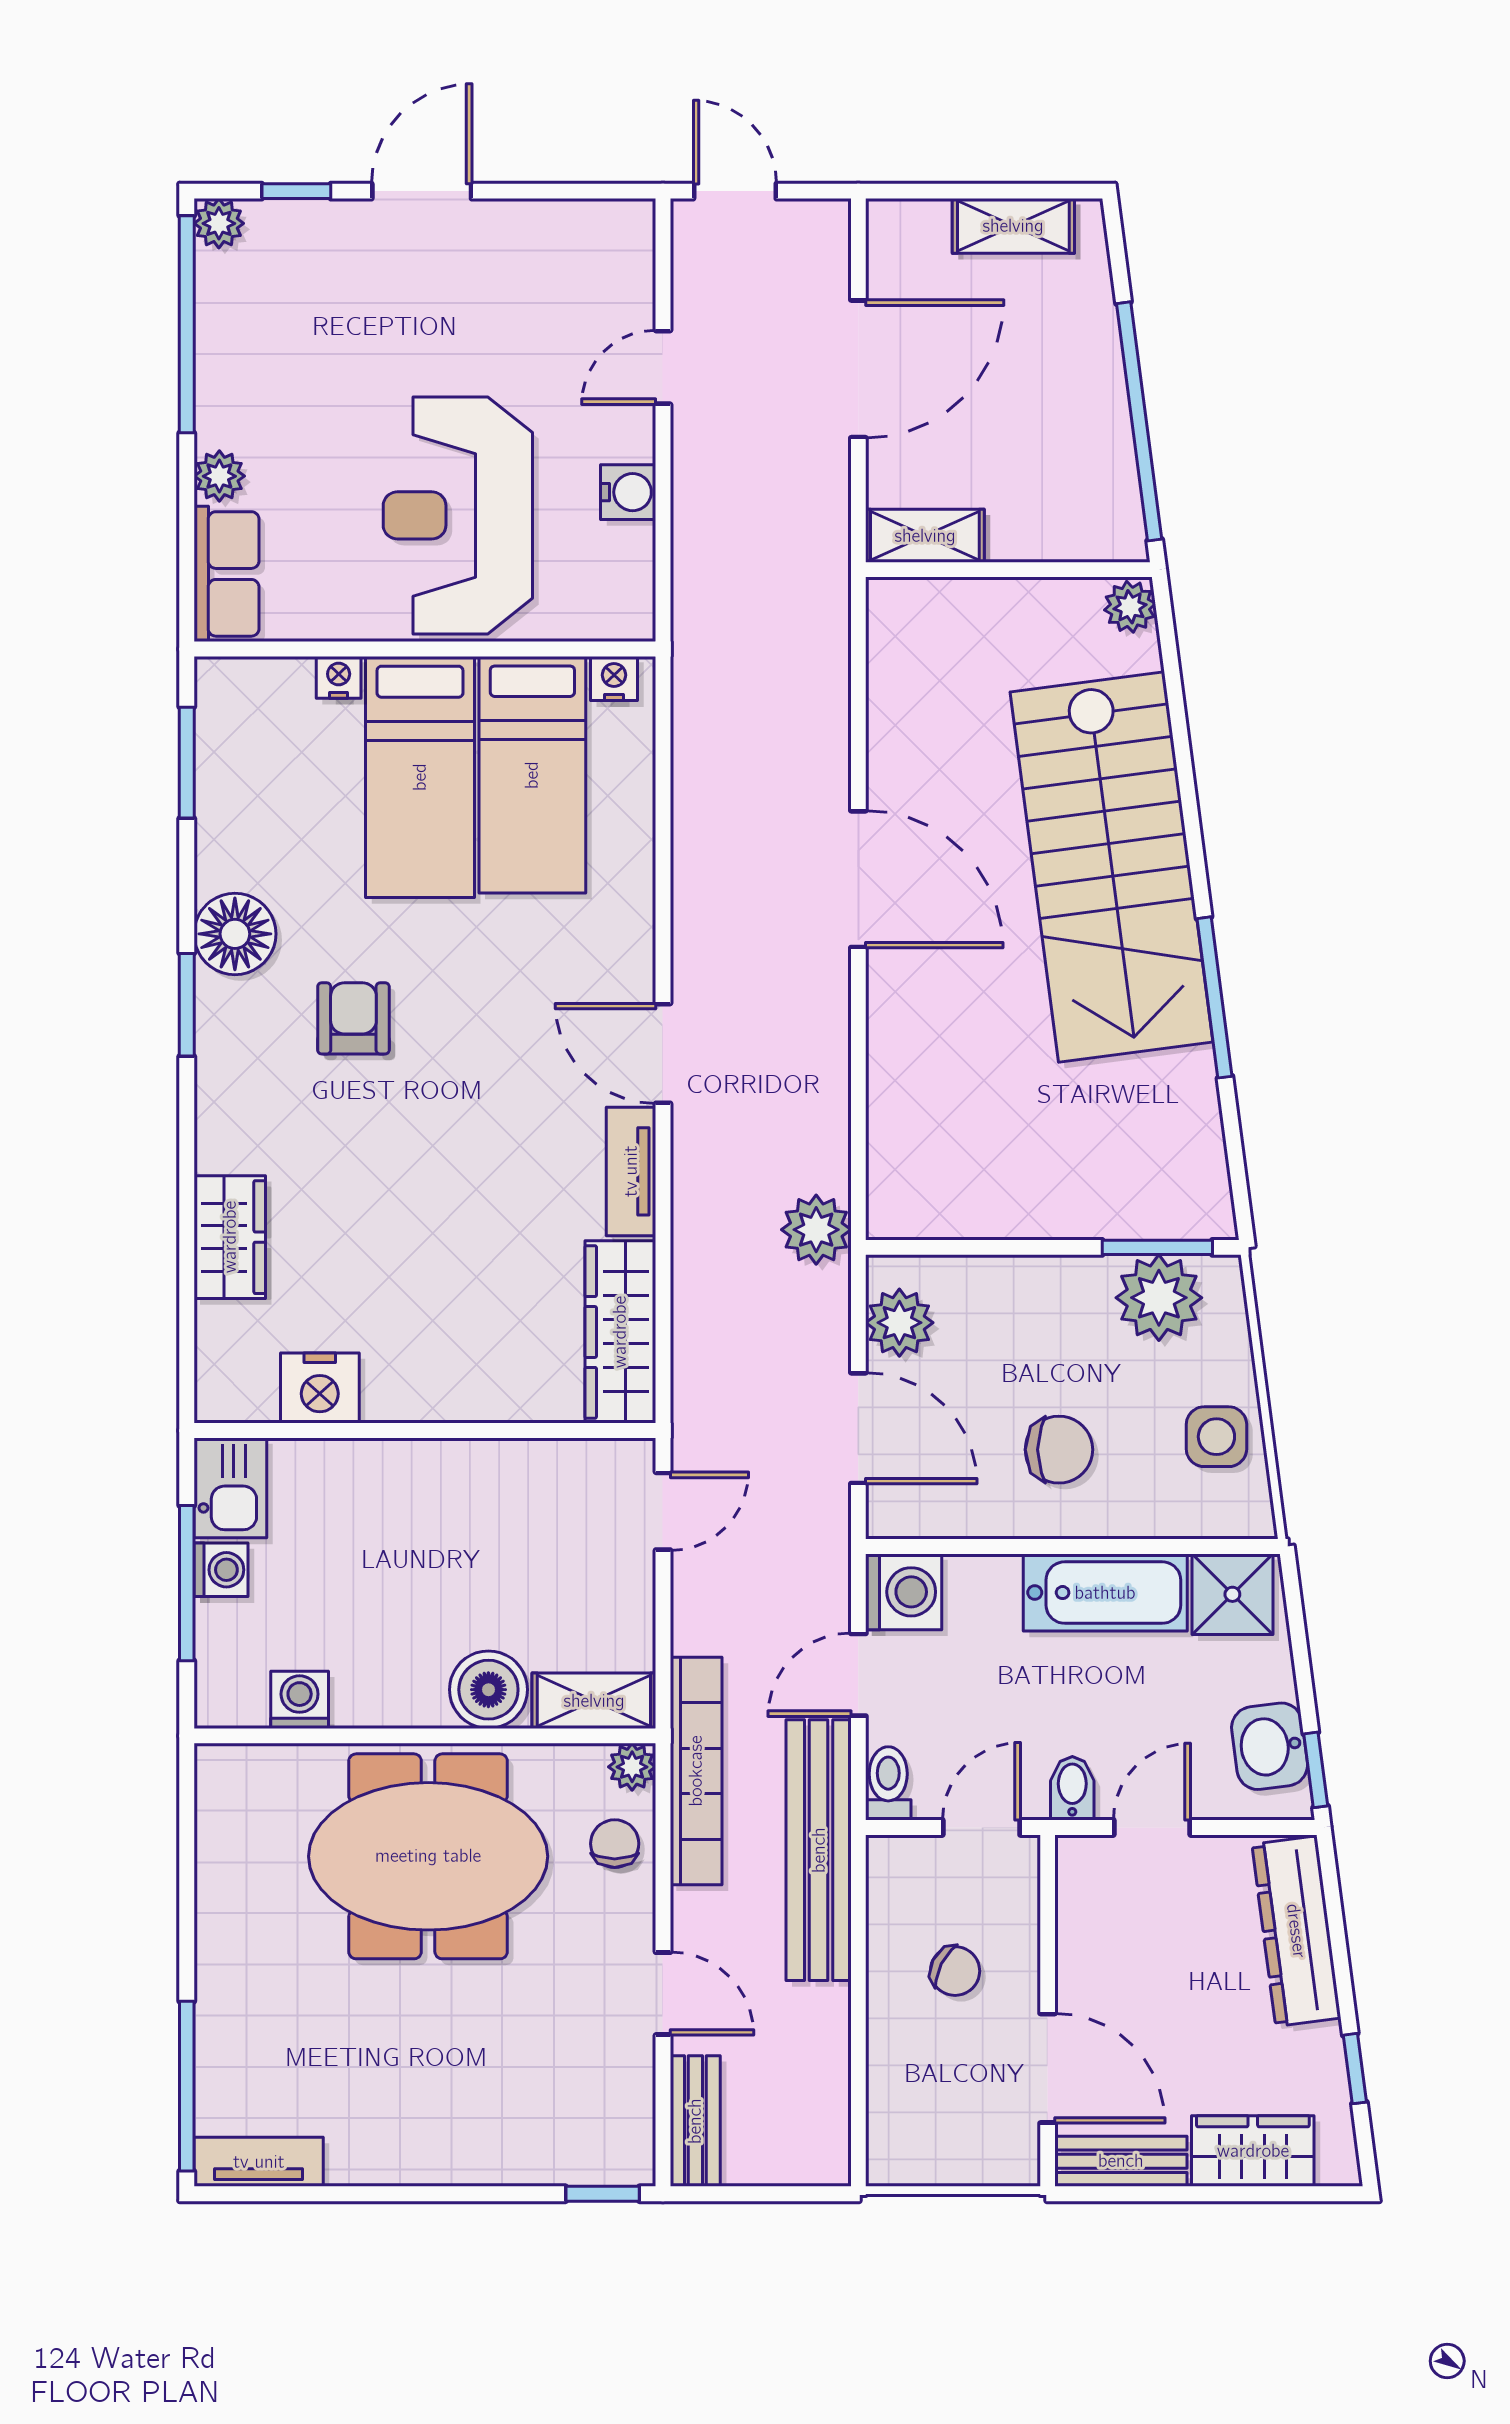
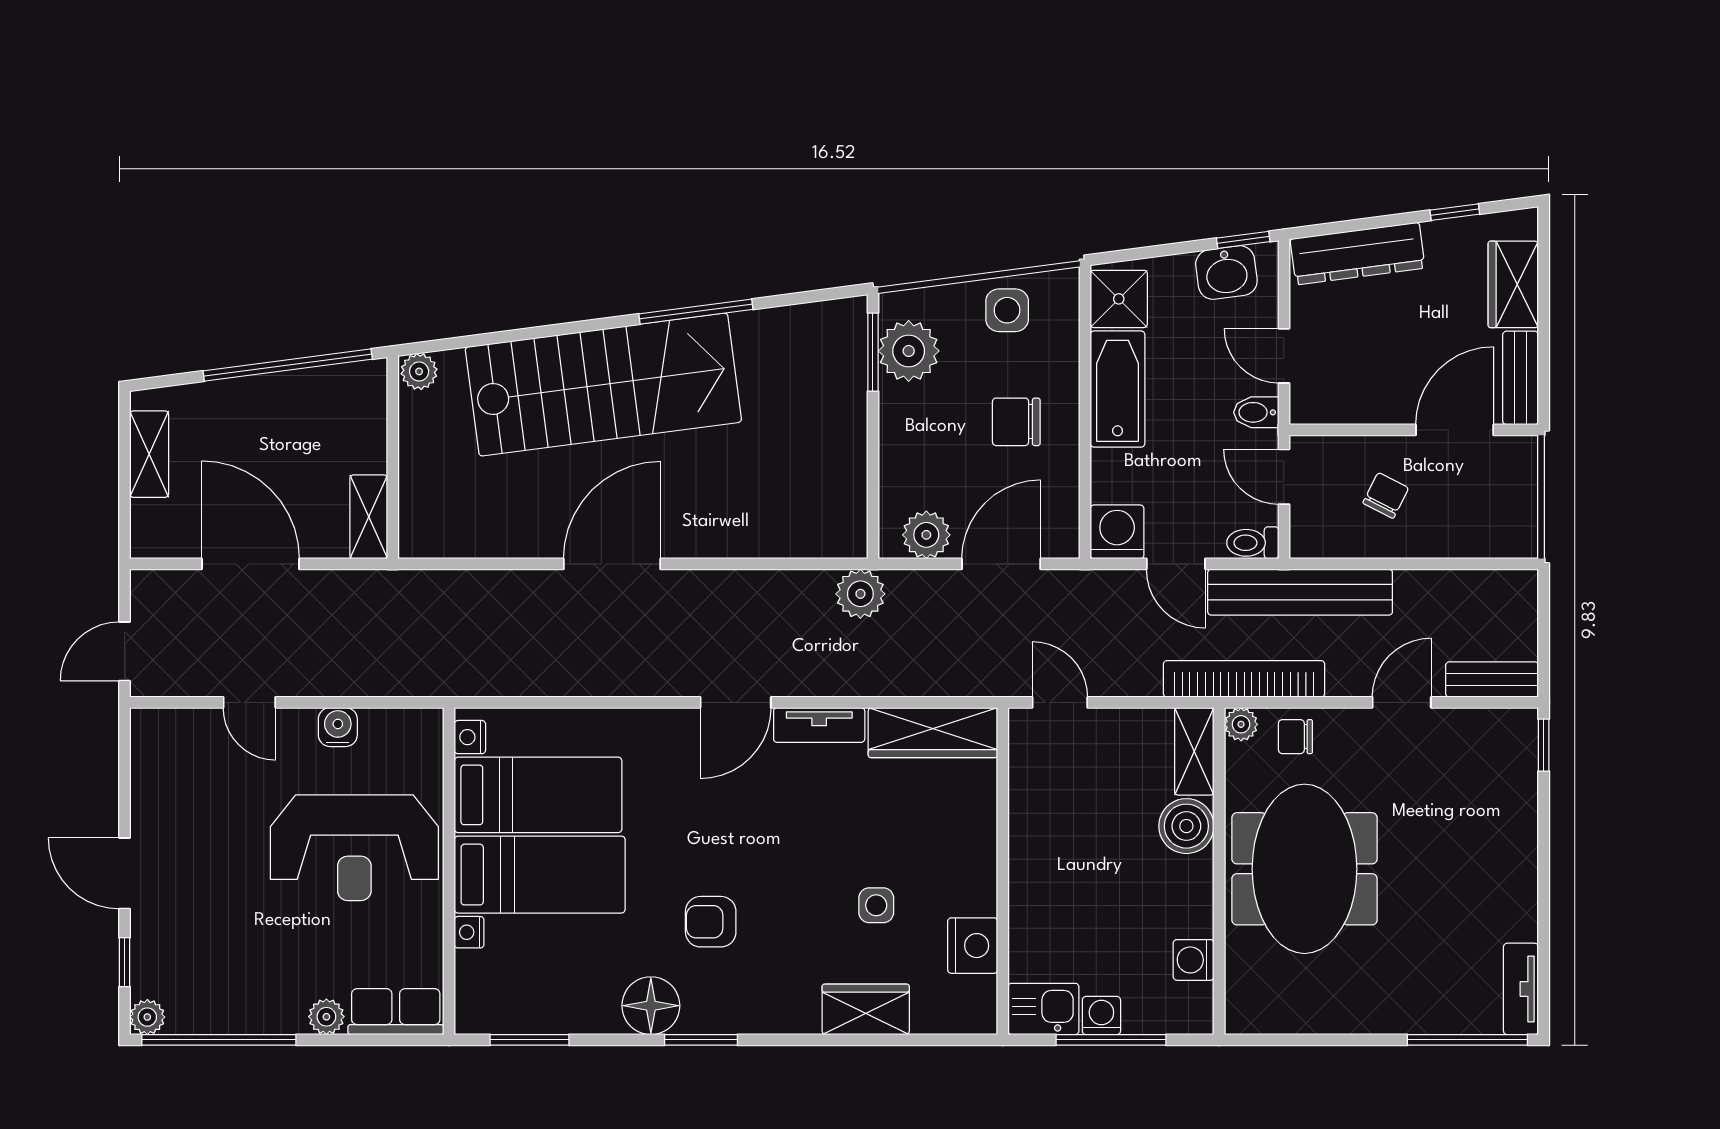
side table: (377, 1252) -> (876, 905), added
chair: (1059, 1450) -> (1016, 422), turned -90

